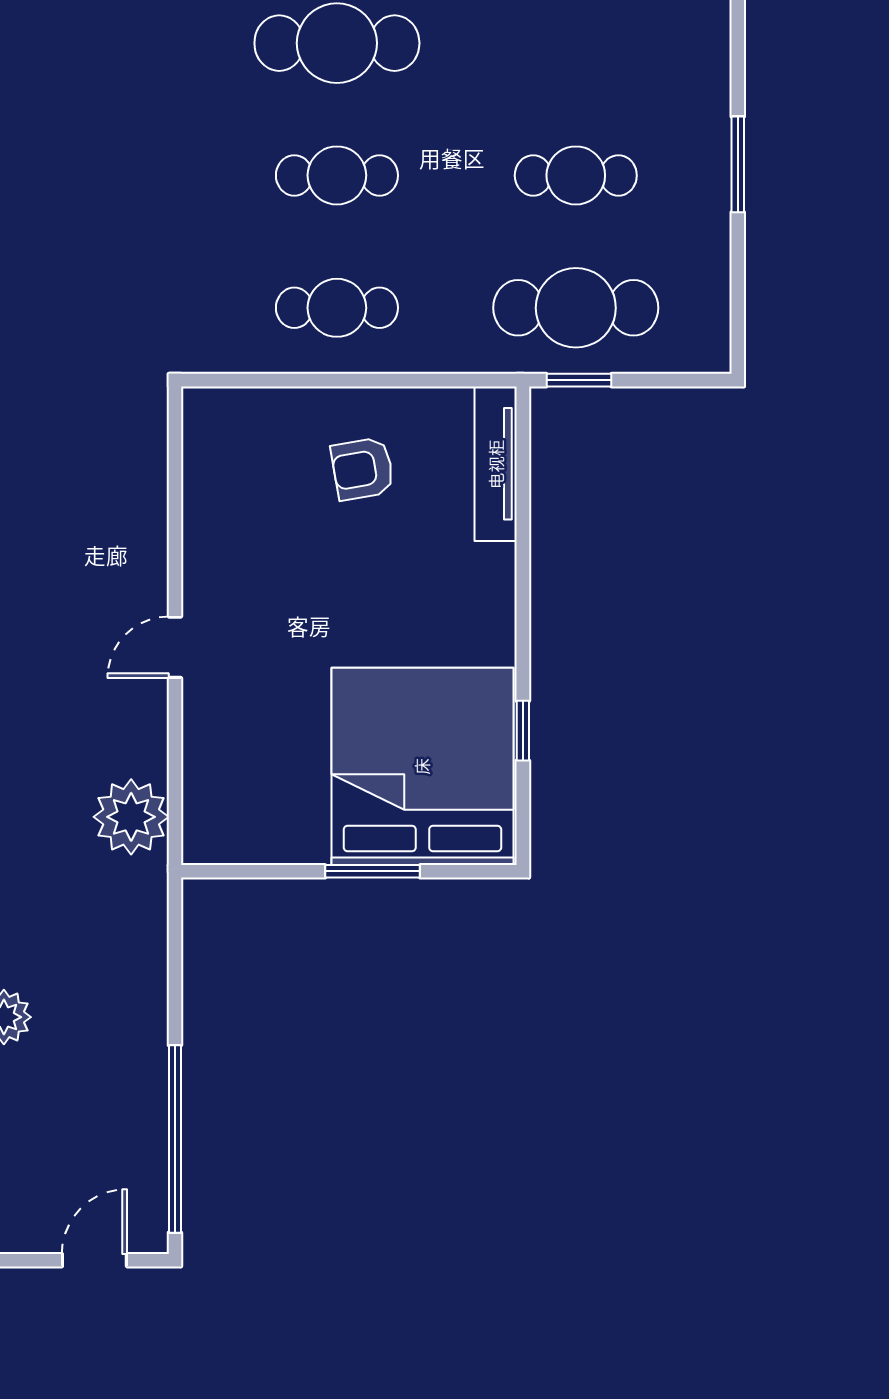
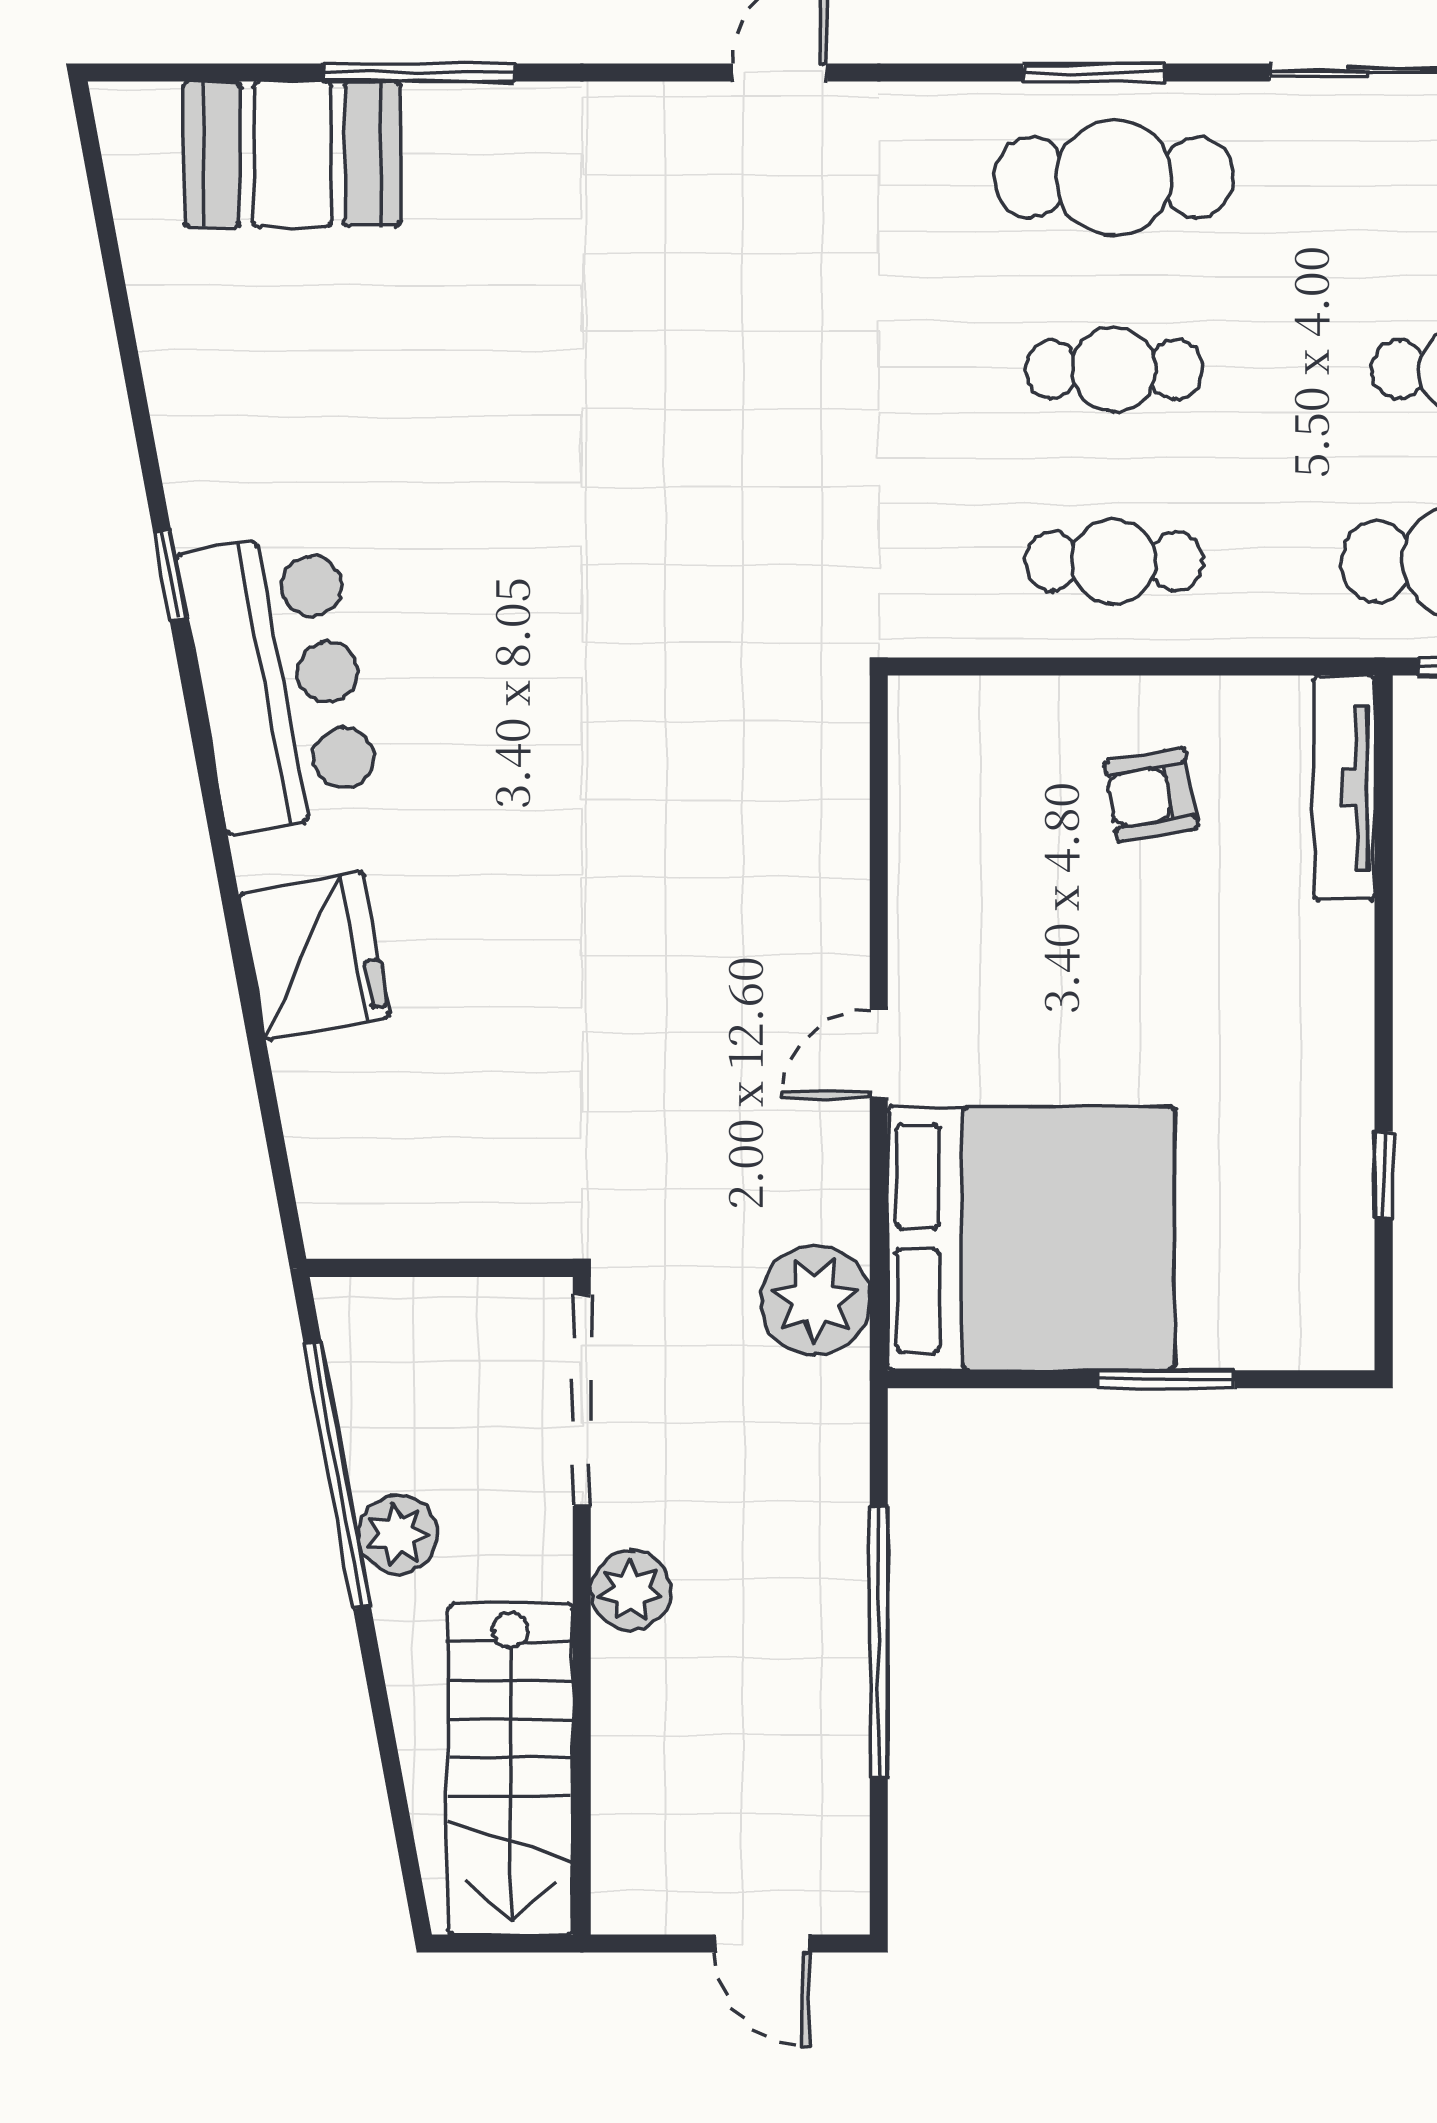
bed: (422, 766) -> (1031, 1238), moved, turned 90
window: (175, 1139) -> (879, 1642), moved
door: (94, 1260) -> (762, 1943), swing flipped

